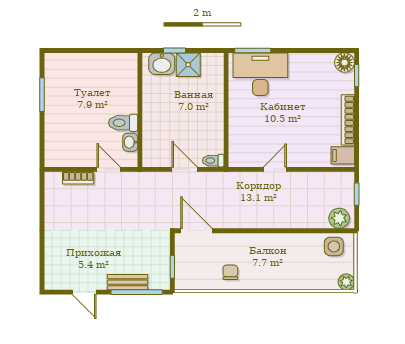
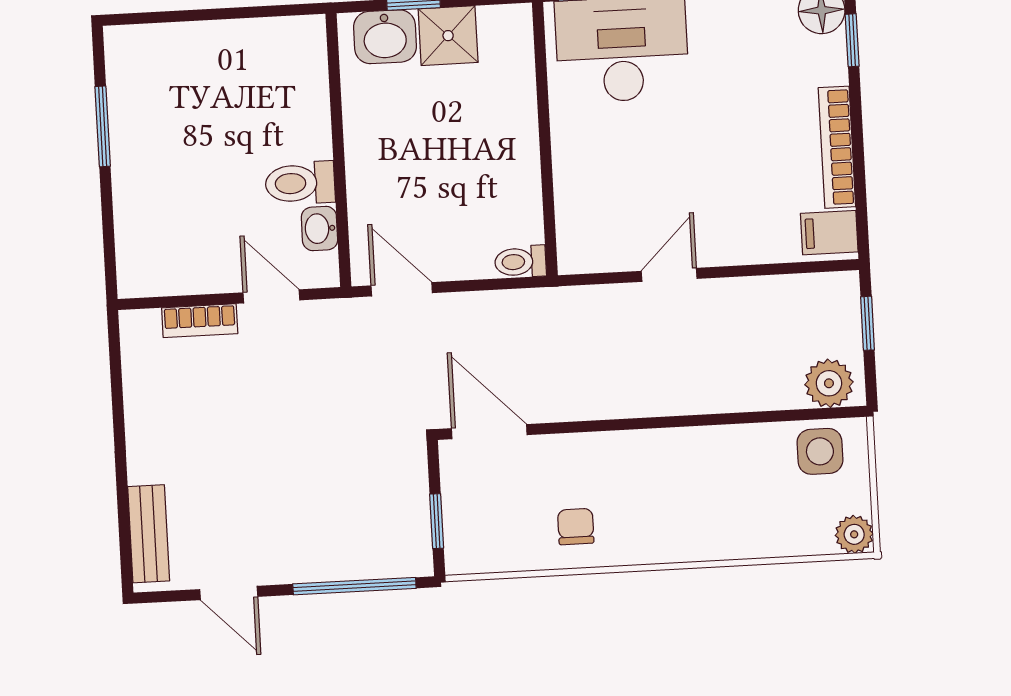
door: (185, 169) -> (402, 289), moved
bench: (127, 282) -> (149, 534), moved, turned 90

